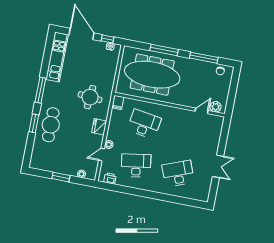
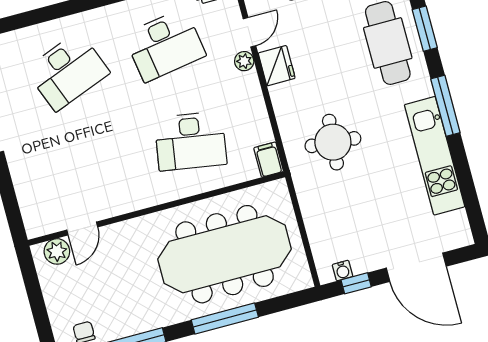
kitchen unit: (57, 57) -> (435, 156), moved
fridge: (99, 127) -> (277, 66), moved

